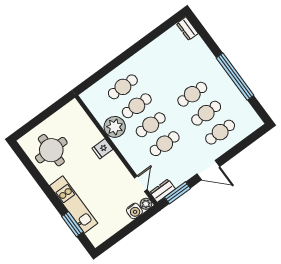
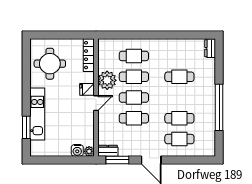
cafe table: (192, 94) -> (179, 77), moved
locker: (81, 116) -> (89, 55), added
door: (141, 184) -> (96, 103), moved

